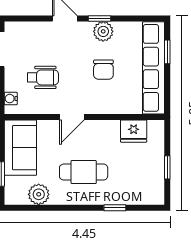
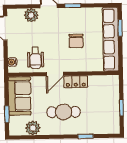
plant: (103, 31) -> (31, 15), moved
wheelchair: (43, 77) -> (35, 58), moved, turned 90
locker: (102, 129) -> (76, 82), added
fridge: (134, 131) -> (98, 83), removed

